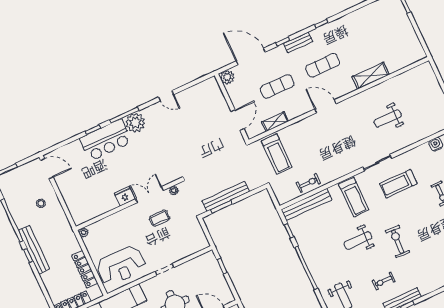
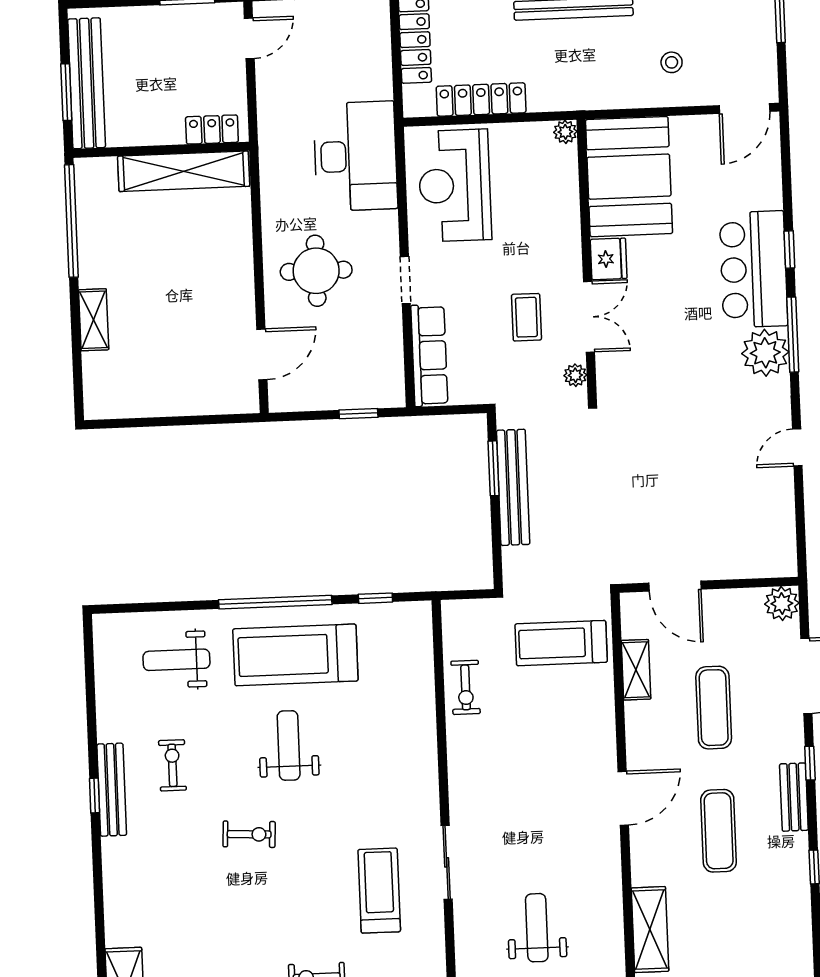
treadmill: (354, 197) -> (295, 655), moved, width x1.37, depth x1.38
booth: (91, 202) -> (629, 177), added
bench: (306, 204) -> (419, 663), removed
exercise bike: (398, 241) -> (249, 834), width x0.73, depth x0.72
row of seats: (189, 249) -> (429, 355), added

